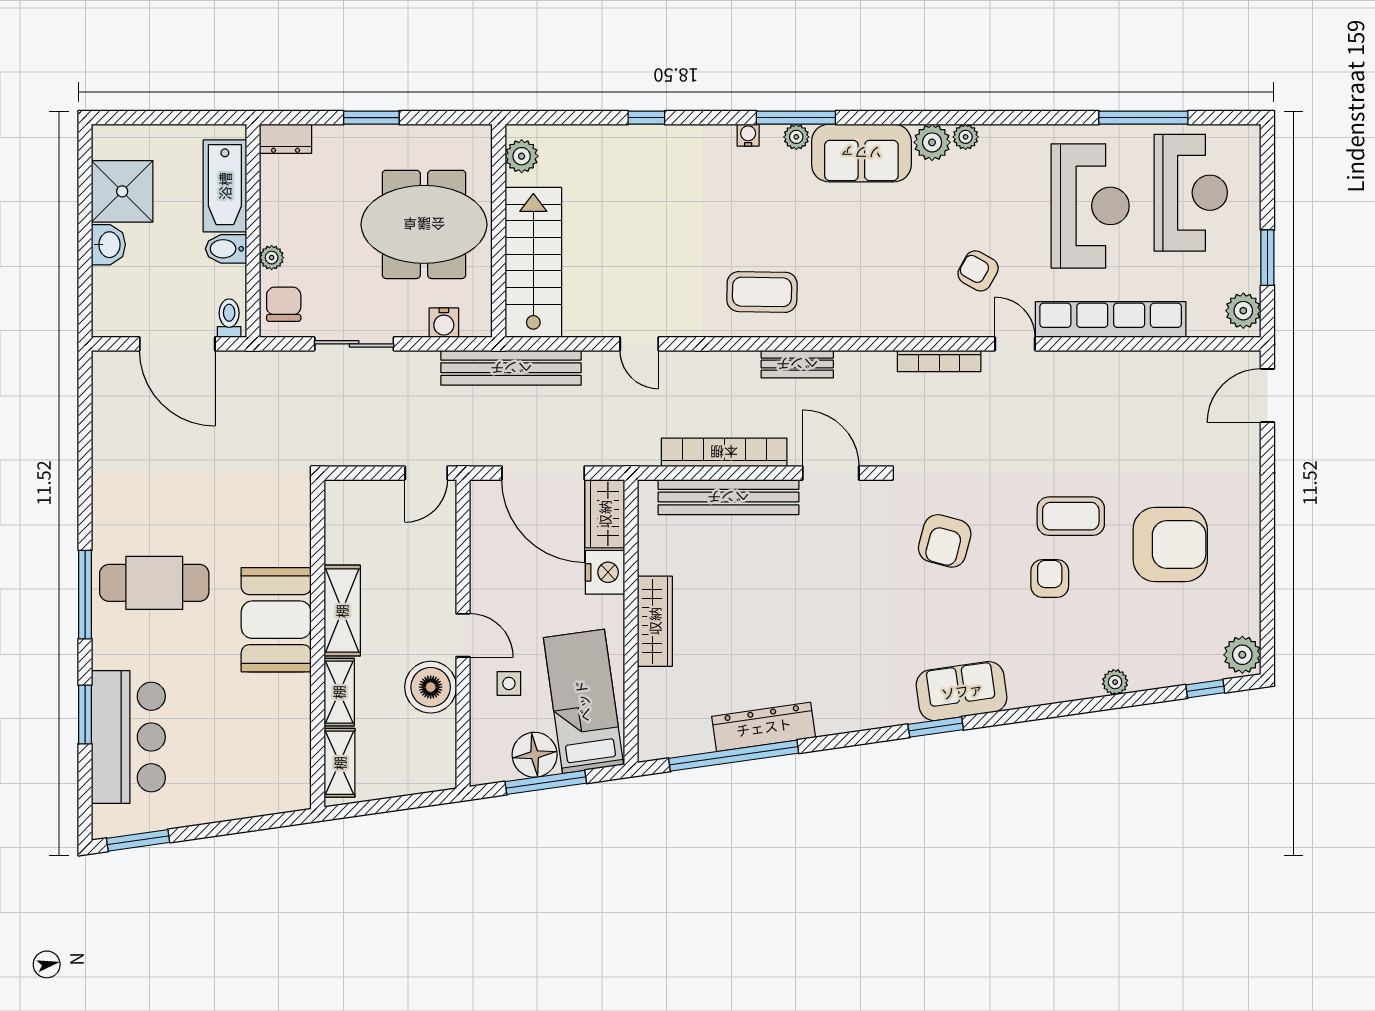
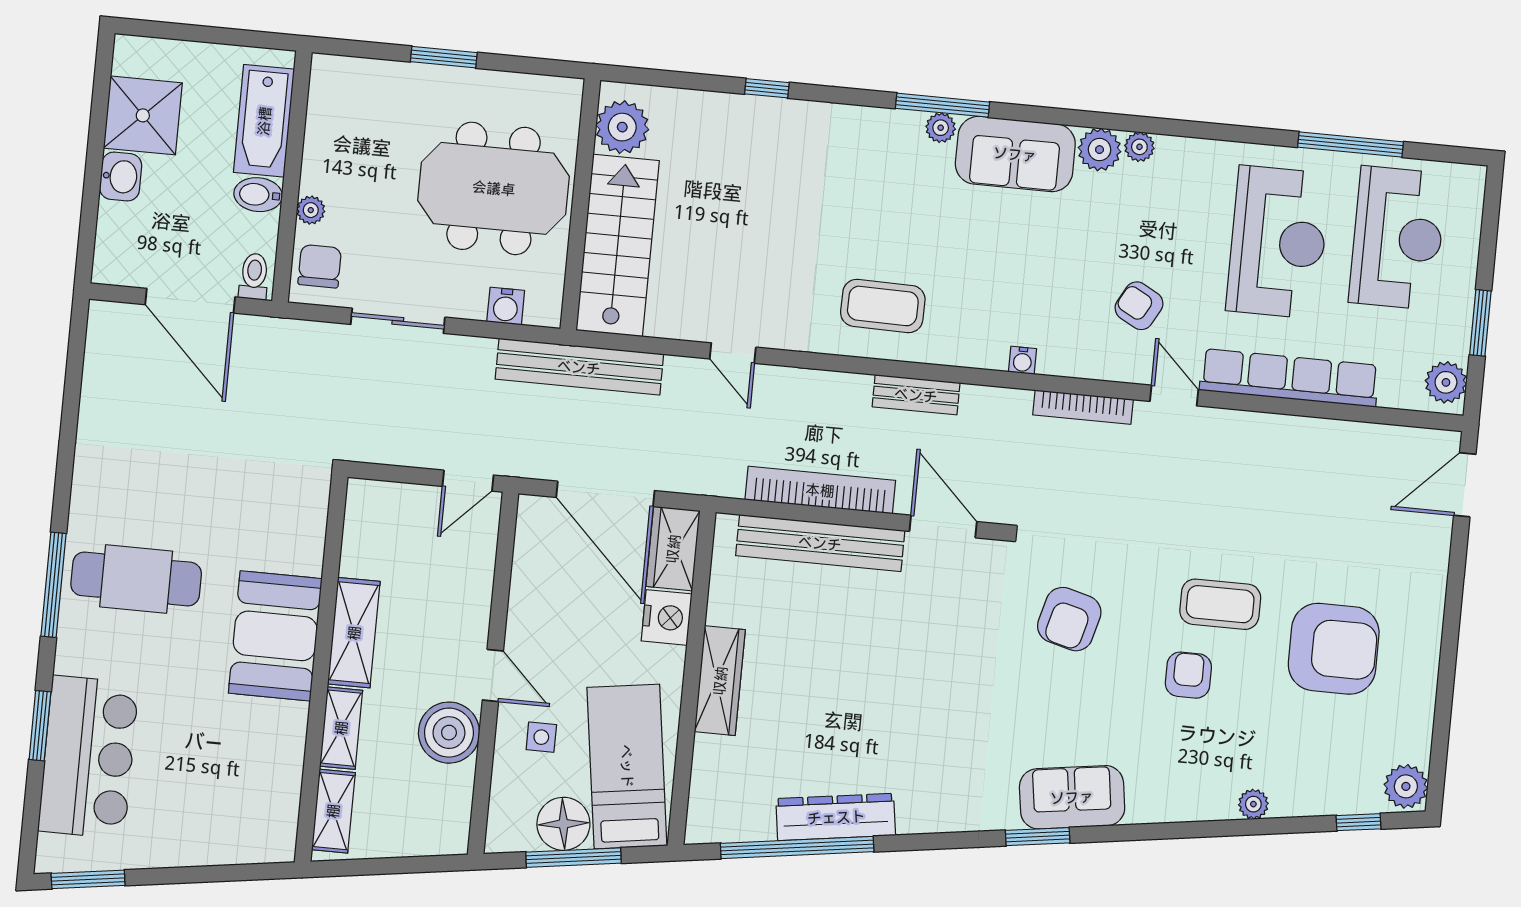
water cooler: (748, 135) -> (1022, 360), moved, turned 180
dresser: (286, 139) -> (341, 72), removed
plant: (522, 156) -> (622, 127), width x1.36, depth x1.36

